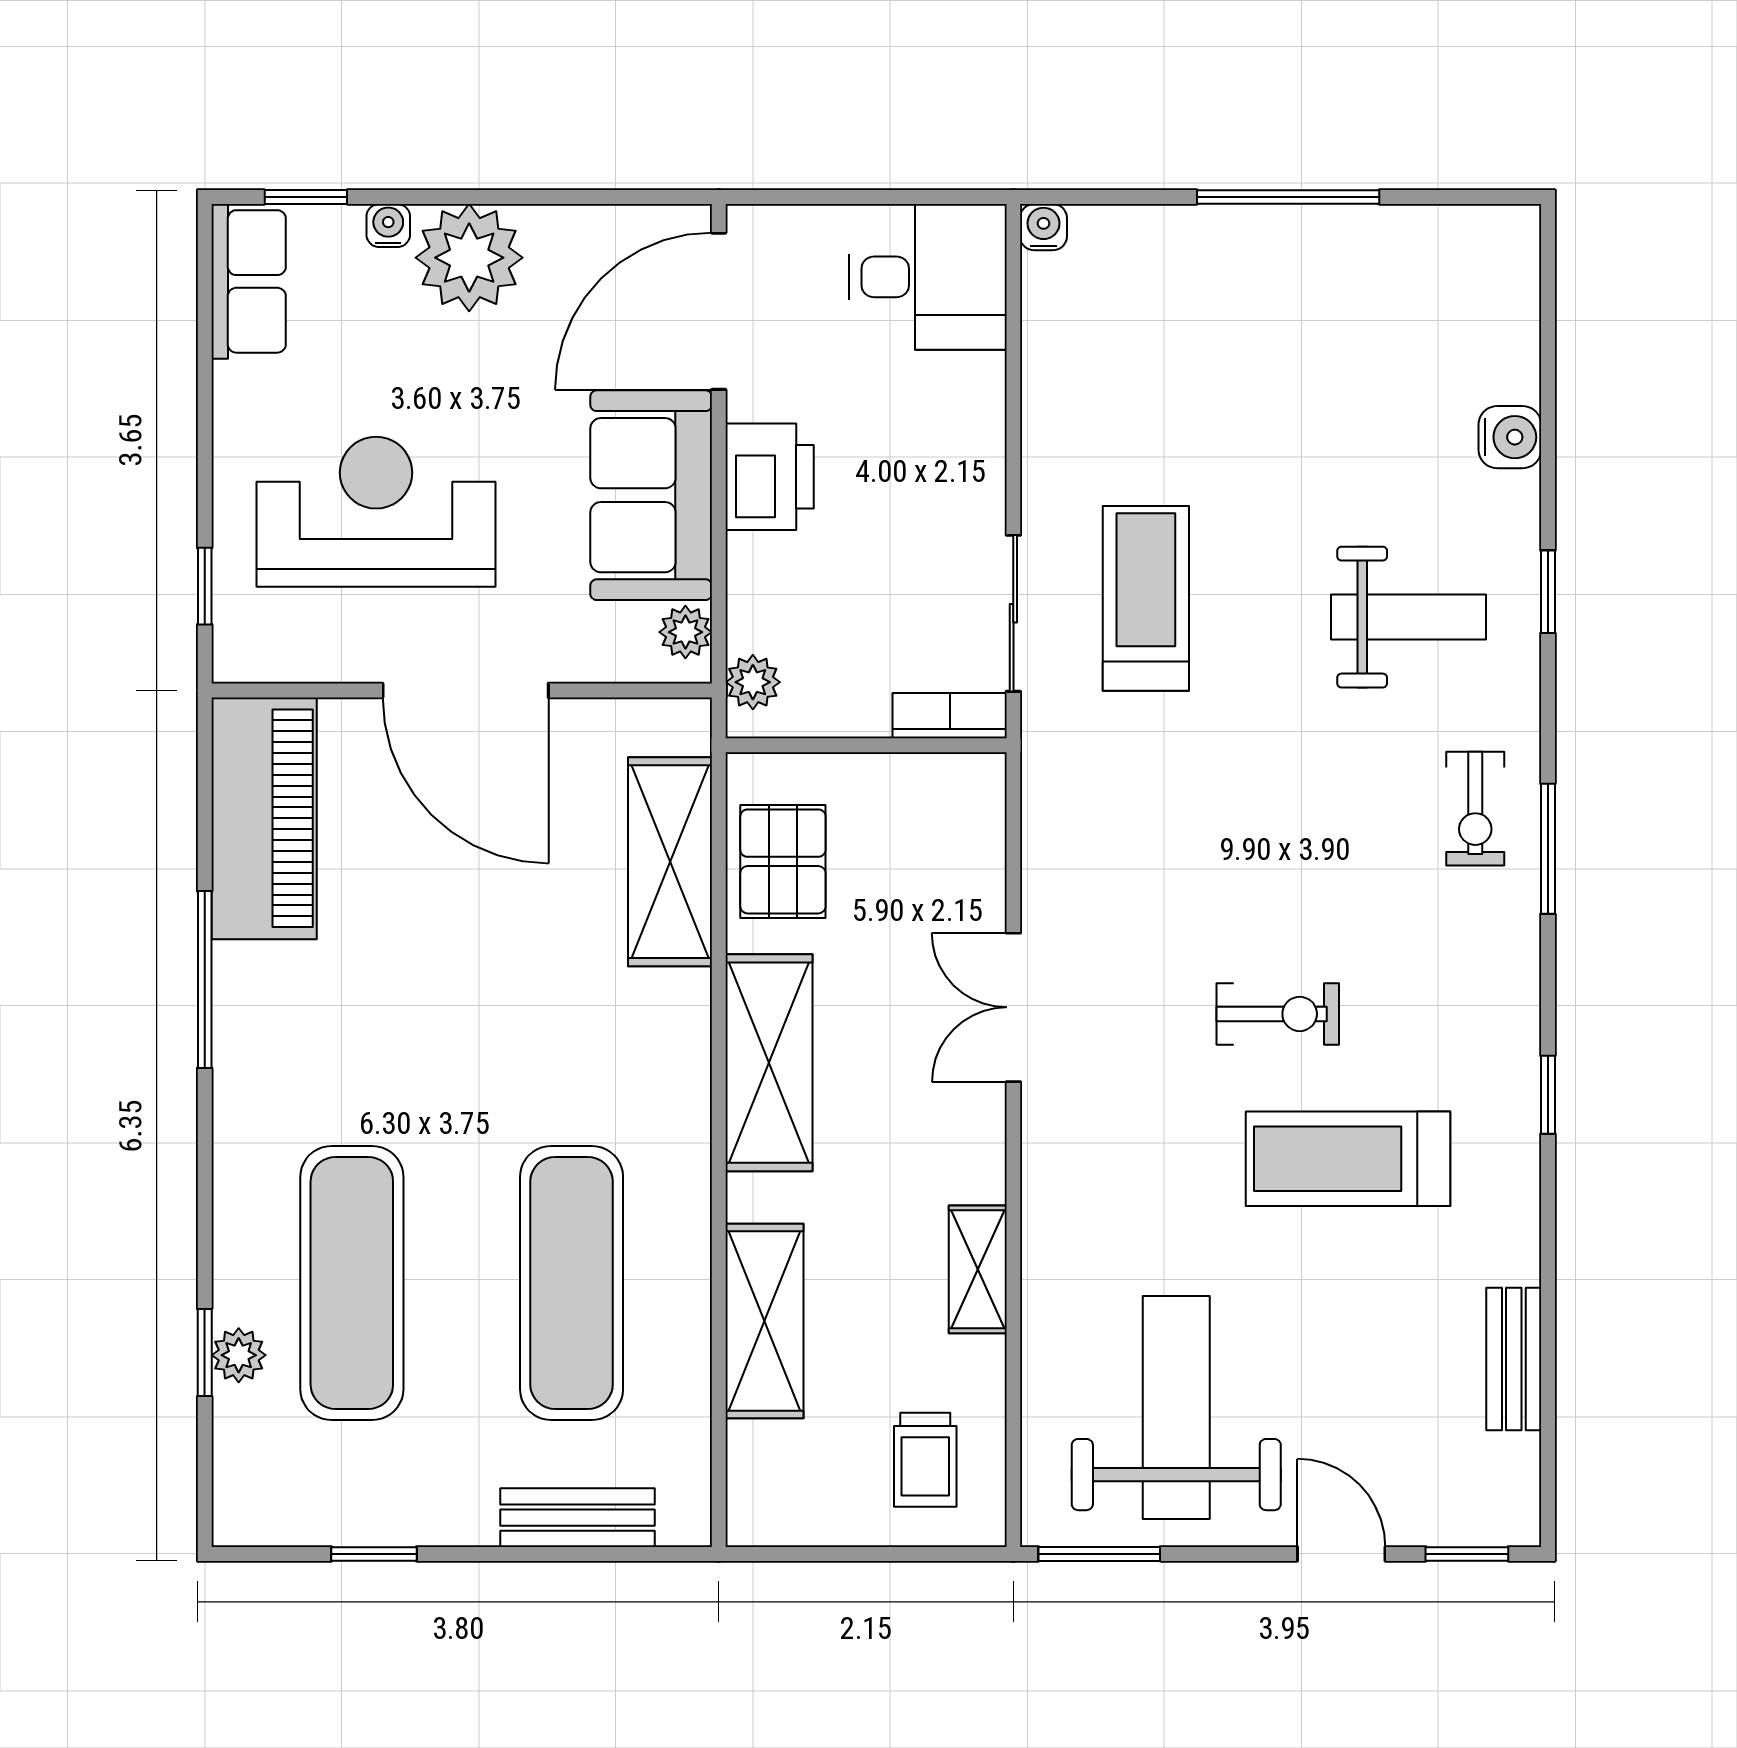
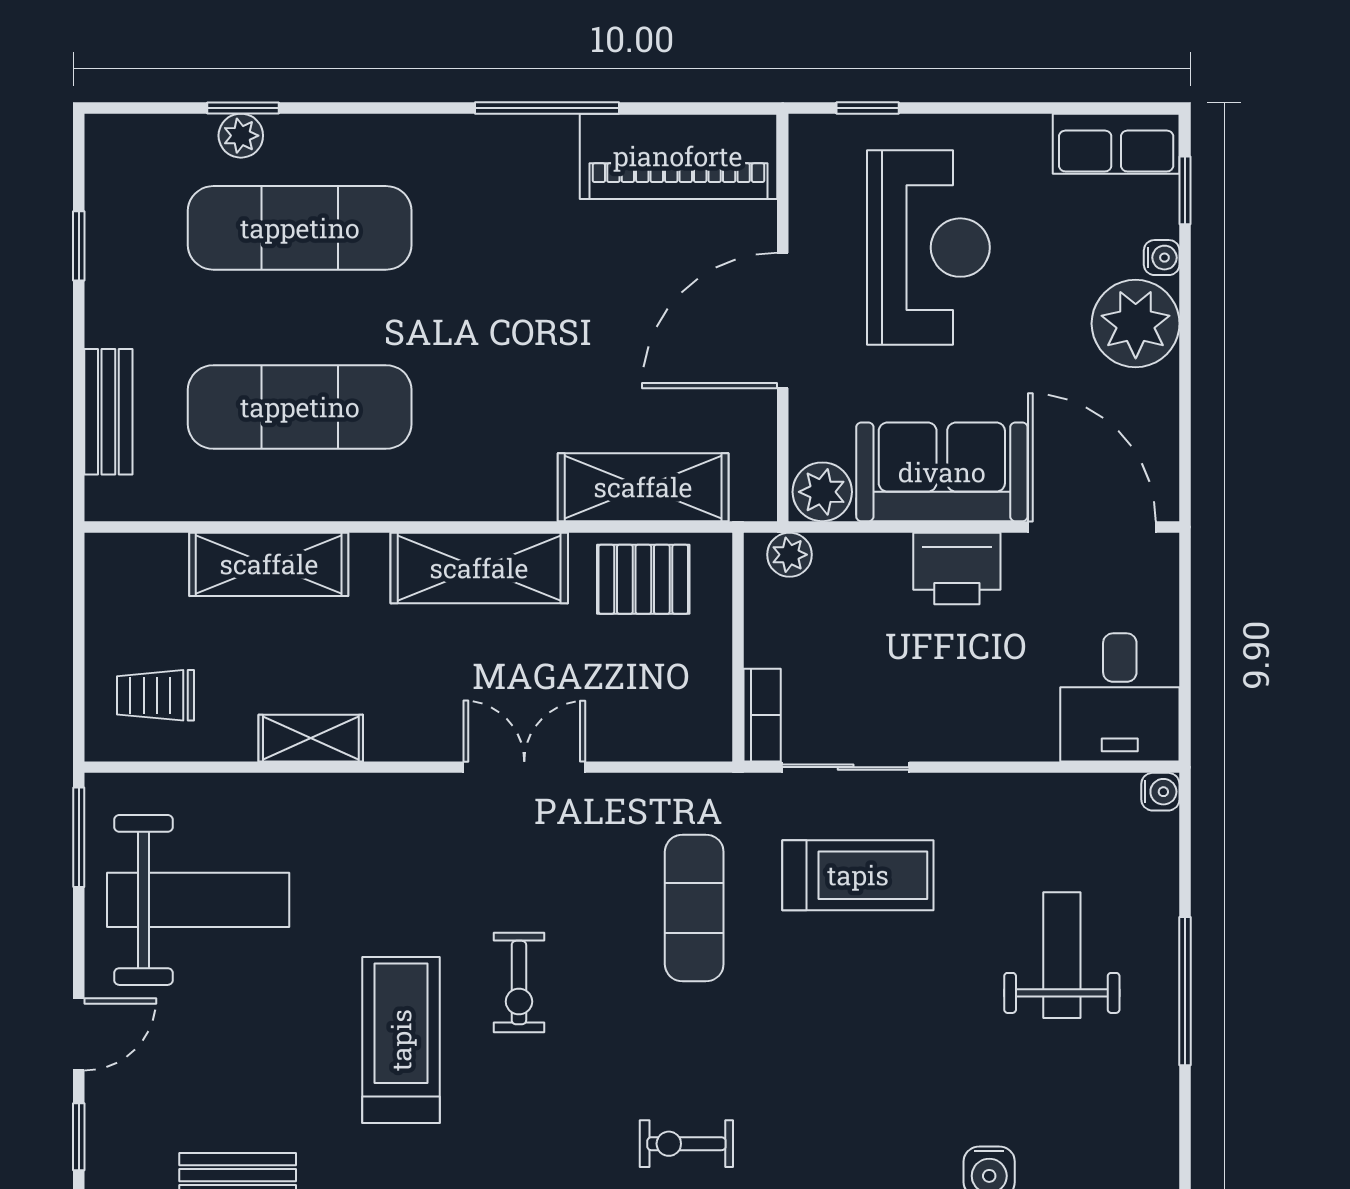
weight bench: (1408, 617) -> (1062, 955), moved, turned 180
plant: (685, 632) -> (822, 492), width x1.38, depth x1.38
exercise mat: (1186, 799) -> (694, 908), added

